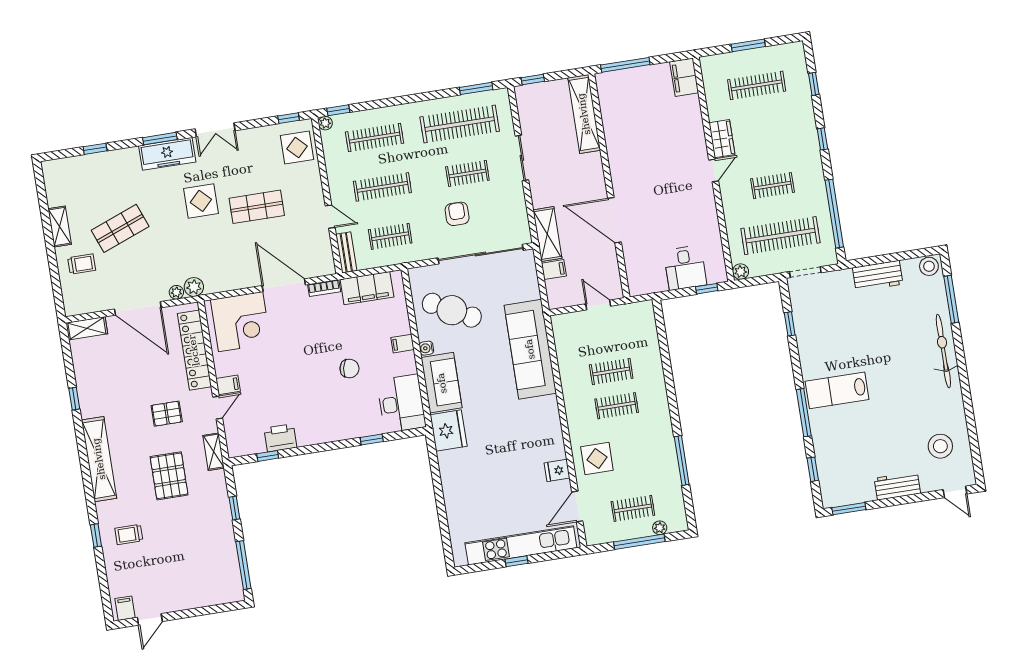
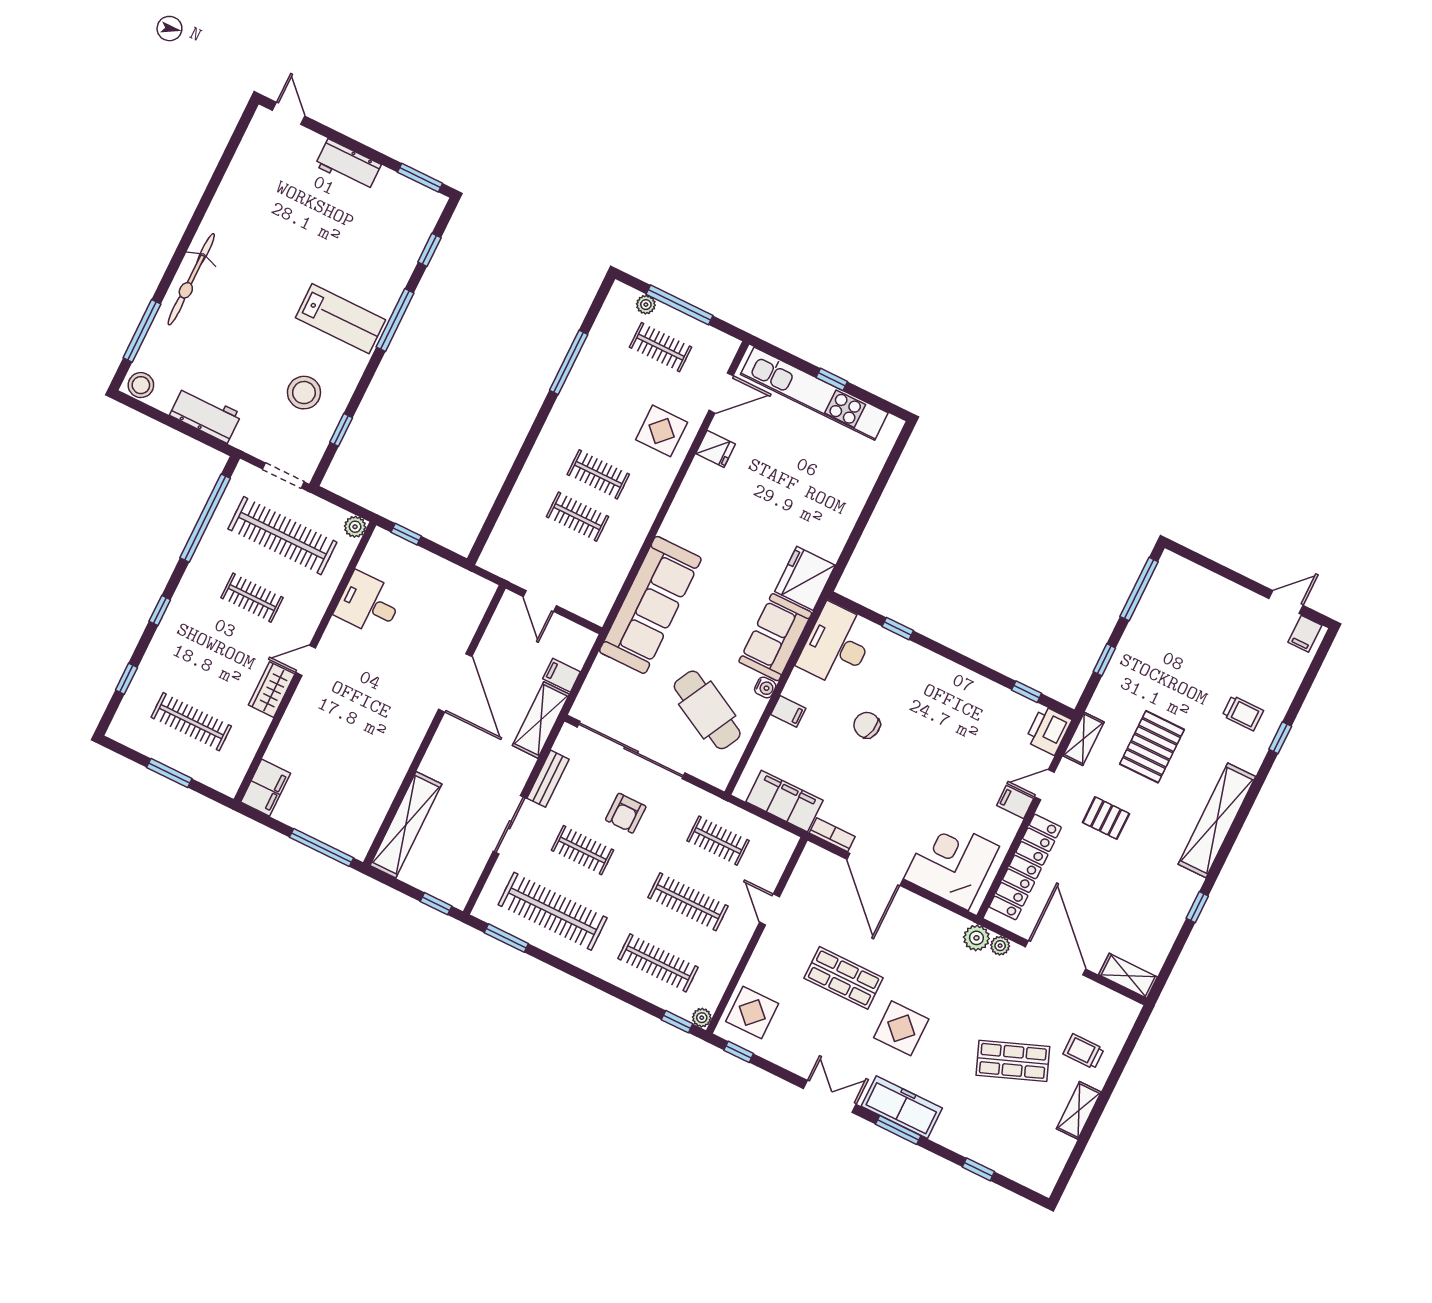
bench: (346, 252) -> (548, 779), moved
desk: (685, 268) -> (369, 604), moved, turned -90
printer: (280, 438) -> (1048, 730), moved, turned 90
stool: (940, 446) -> (304, 393), moved

